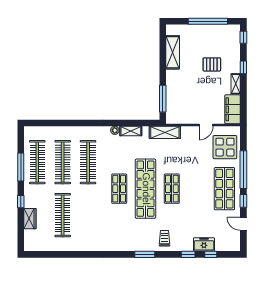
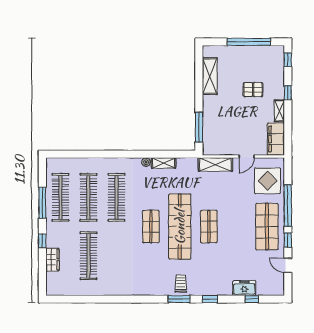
shelving: (165, 132) -> (215, 164), moved
trolley: (164, 238) -> (181, 284), moved
window: (188, 254) -> (210, 299), moved

